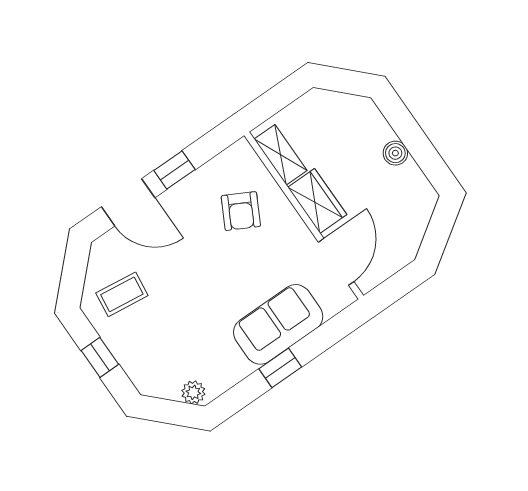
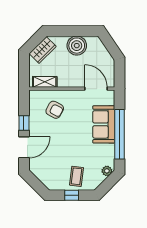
boiler: (395, 153) -> (77, 46), width x1.86, depth x1.86
wardrobe: (317, 201) -> (43, 50), moved, turned 135
coffee table: (122, 294) -> (76, 176), moved
window: (280, 368) -> (120, 134), width x3.17

